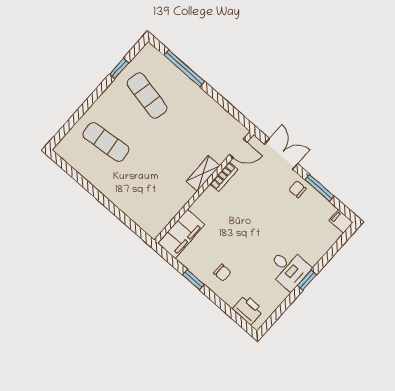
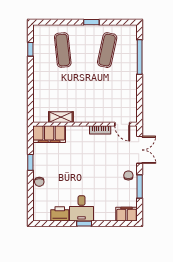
window: (119, 68) -> (91, 22), moved
shelving: (203, 174) -> (61, 117), moved
window: (75, 175) -> (30, 49), added
filing cabinet: (341, 221) -> (127, 214), width x2.00
chair: (222, 273) -> (39, 182), moved
printer: (248, 310) -> (60, 214), moved, turned -90

